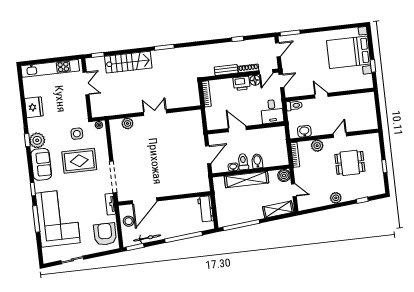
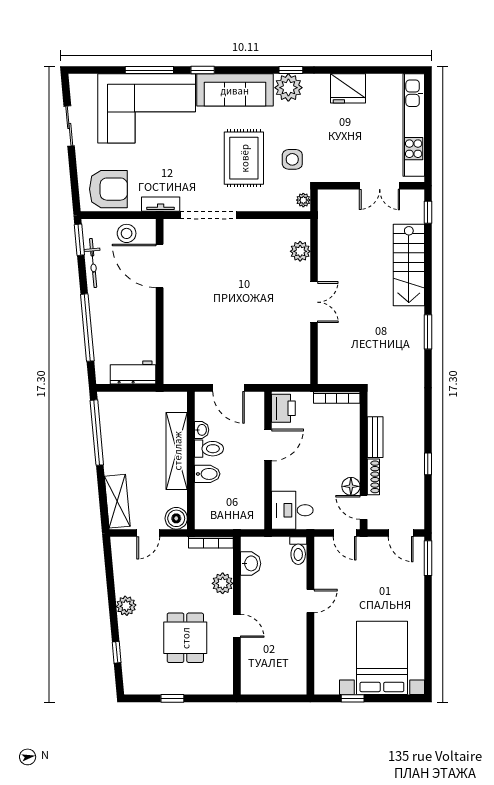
printer: (242, 83) -> (283, 408), moved, turned 180
sofa: (41, 164) -> (235, 90), width x1.36

